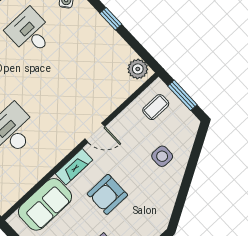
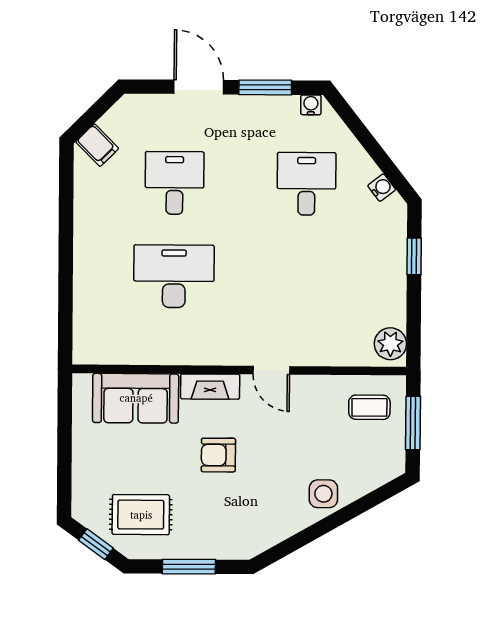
side table: (162, 156) -> (323, 494), moved
armchair: (107, 194) -> (218, 455), width x0.72, depth x0.72

